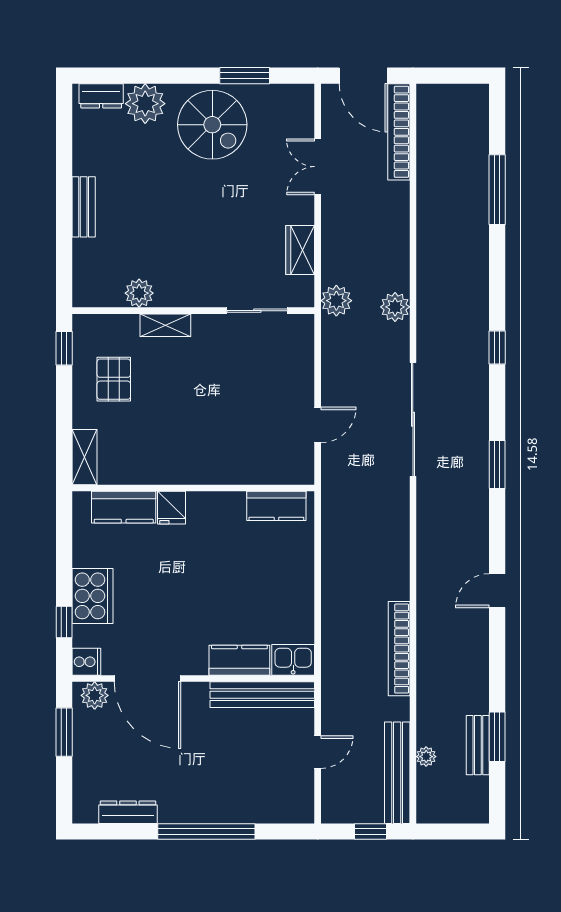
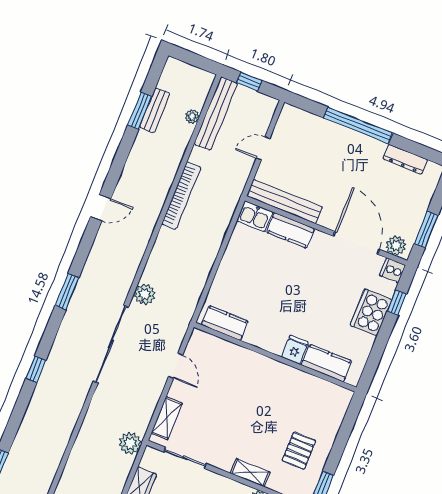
plant: (395, 307) -> (145, 294), moved
door: (318, 425) -> (176, 366), swing flipped
shelving: (85, 457) -> (167, 418), moved

